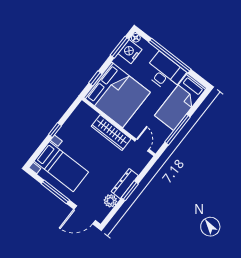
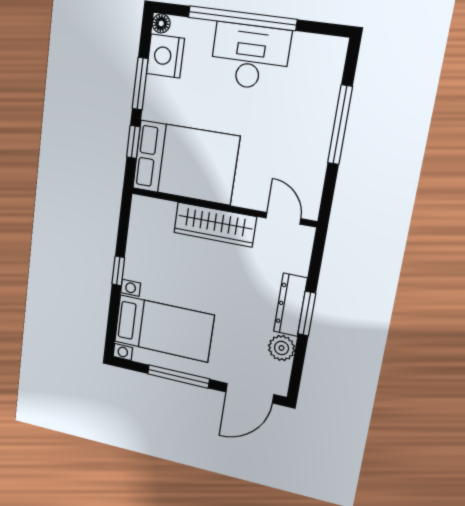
window: (120, 47) -> (140, 84), moved
bed: (117, 95) -> (185, 163), width x0.73
bed: (181, 102) -> (312, 95), removed
window: (178, 130) -> (340, 125), moved

